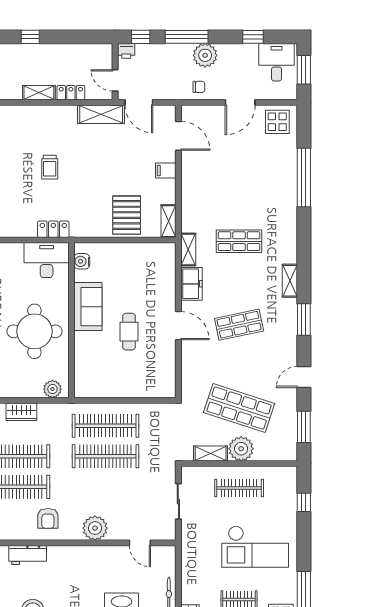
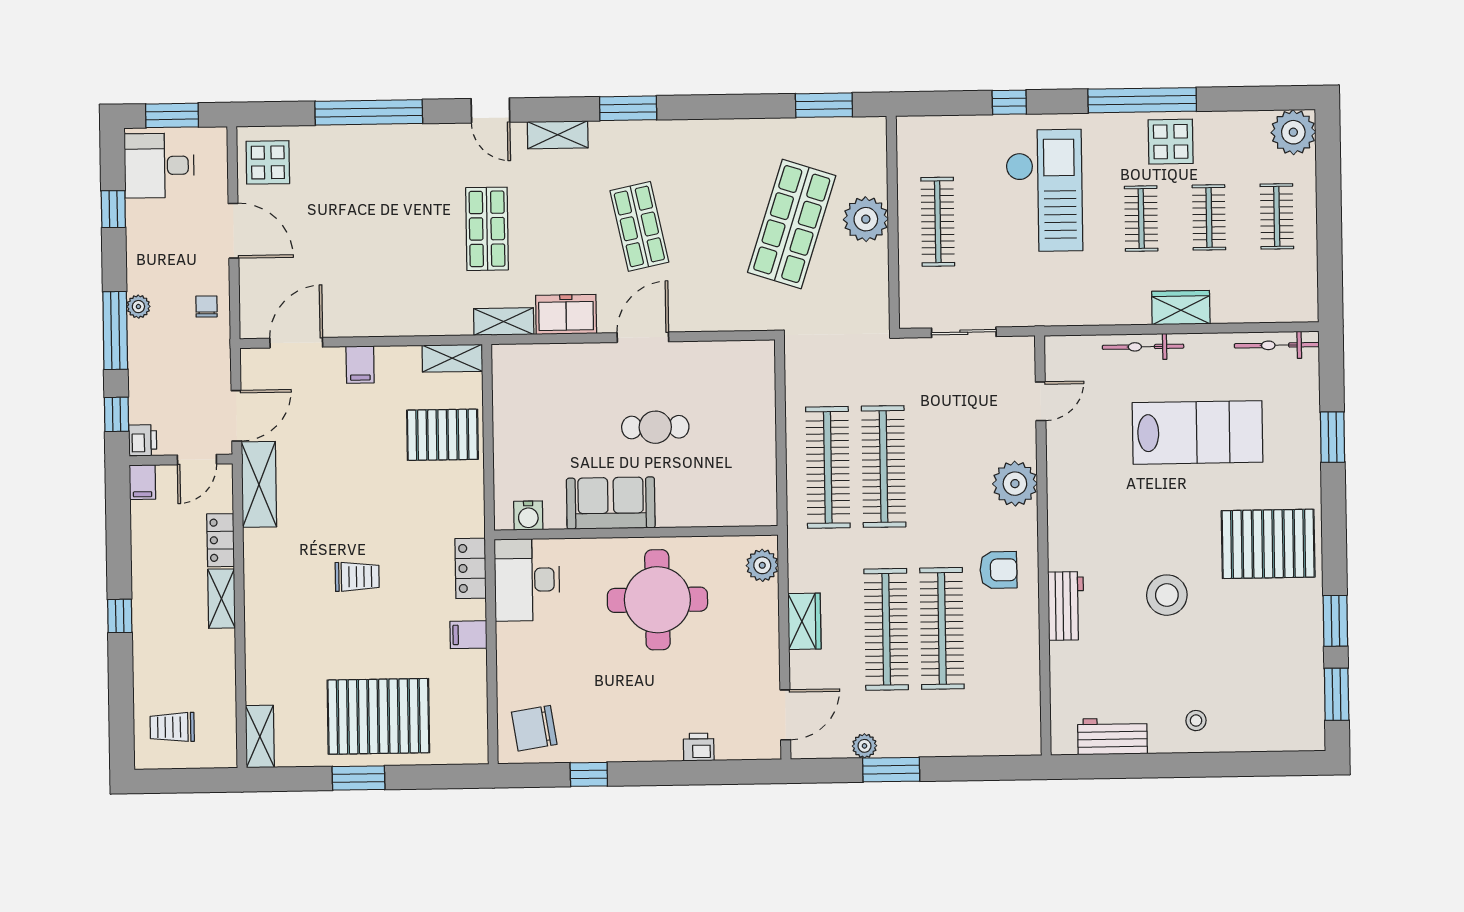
filing cabinet: (103, 50) -> (142, 482), added
plant: (205, 55) -> (138, 307), width x0.53, depth x0.53
filing cabinet: (17, 228) -> (468, 635), added
door: (304, 377) -> (490, 110), moved
shelving: (211, 453) -> (875, 275), removed
window: (304, 502) -> (1009, 102), moved

